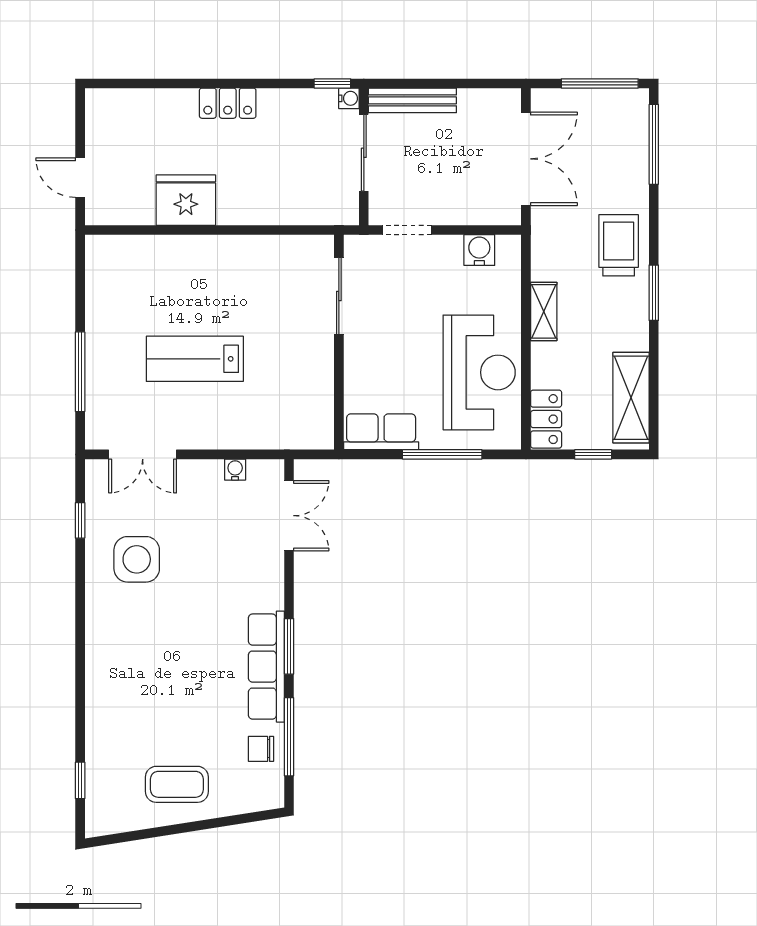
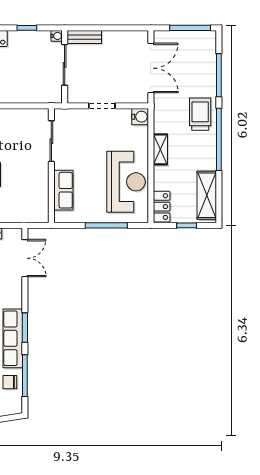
window: (332, 83) -> (27, 28), moved
bench: (412, 100) -> (84, 37), width x0.73
window: (654, 144) -> (219, 75), moved
doorway: (407, 230) -> (102, 106), moved
water cooler: (479, 250) -> (140, 117), moved, turned 90
window: (654, 293) -> (219, 139), width x2.11
row of seats: (381, 432) -> (63, 190), moved, turned 90

